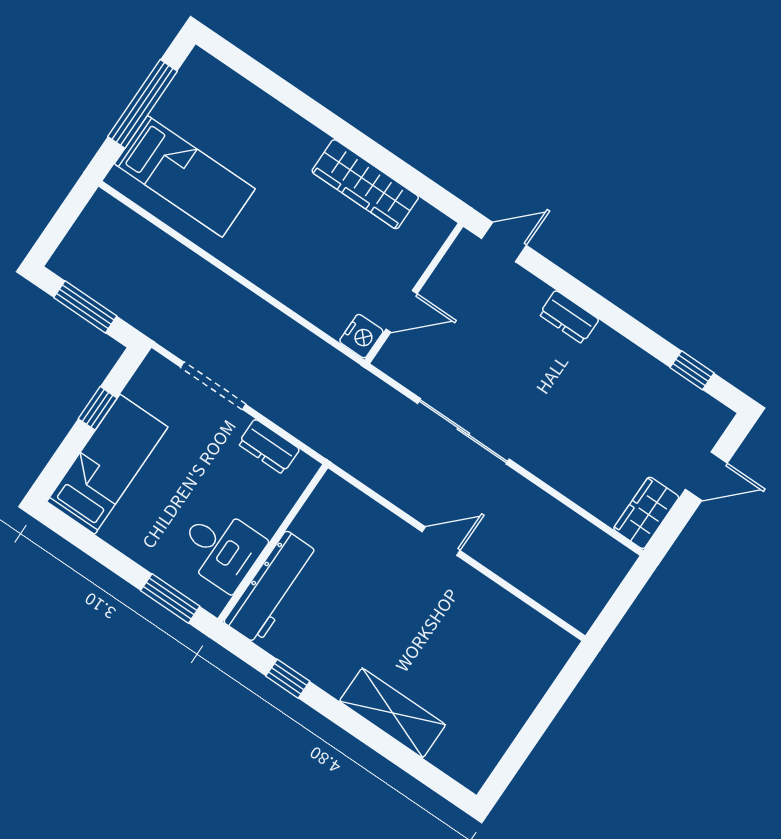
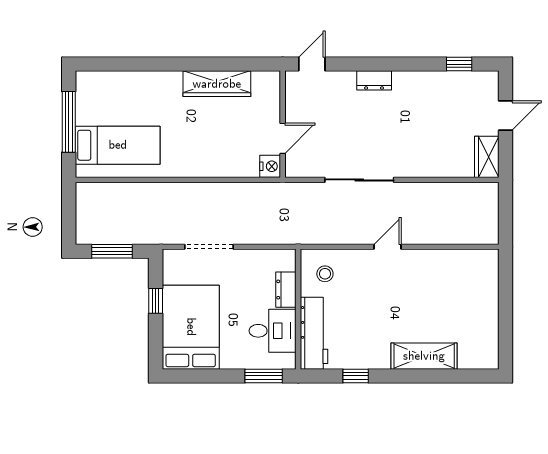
dresser: (269, 447) -> (286, 290), moved, turned 90
bed: (107, 464) -> (191, 327), width x1.50
stool: (338, 521) -> (325, 274), added

